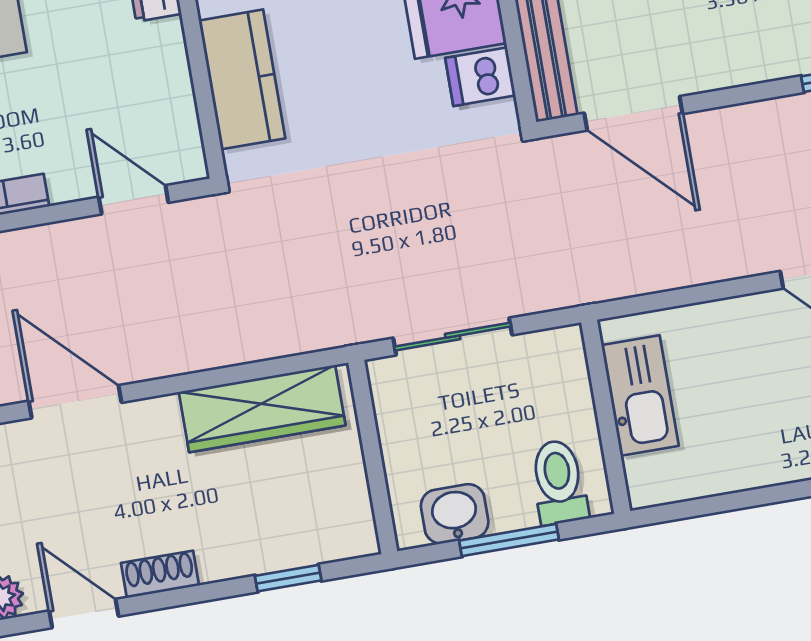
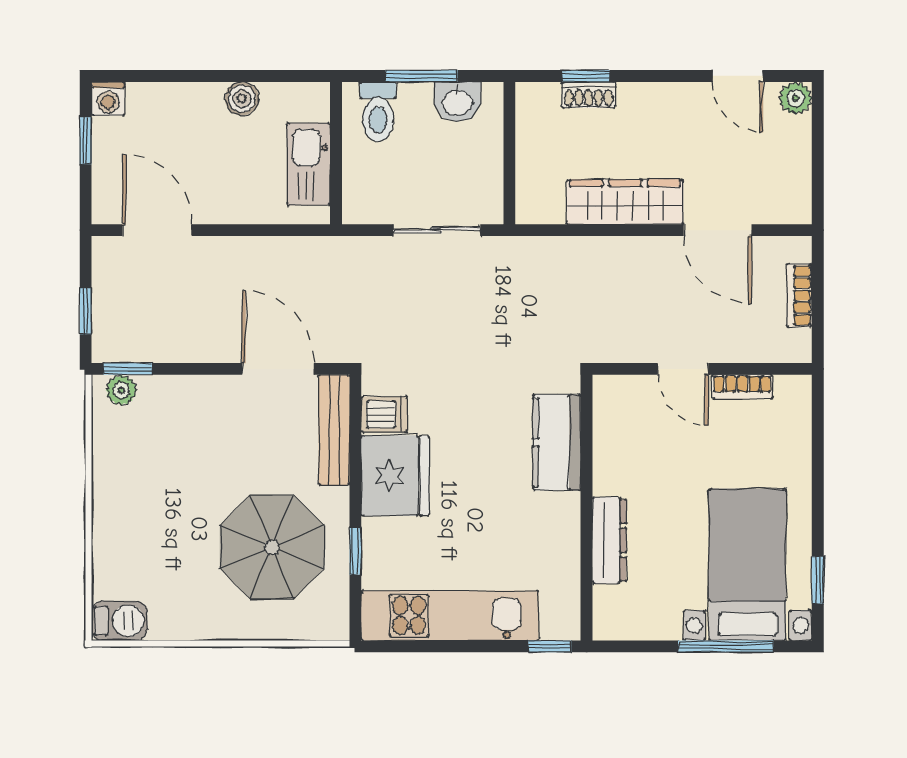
door: (134, 200) -> (683, 369), moved
wardrobe: (262, 409) -> (625, 202), moved
boiler: (745, 468) -> (242, 99), added
shoe rack: (160, 574) -> (589, 95), moved

